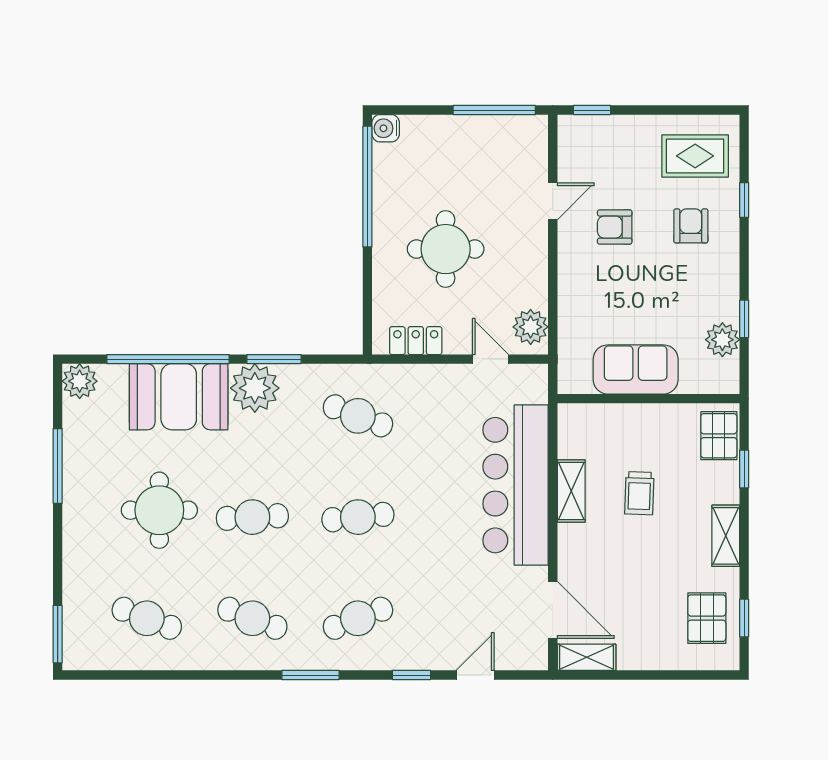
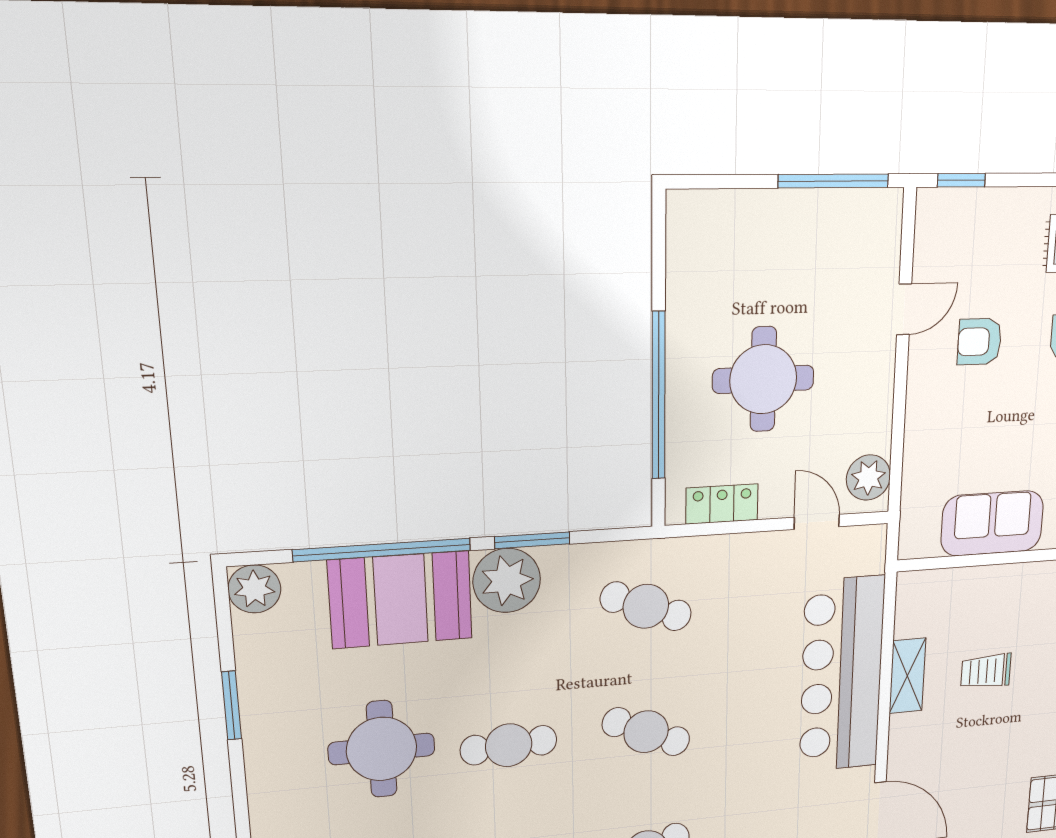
water cooler: (386, 128) -> (684, 209), removed
window: (367, 187) -> (659, 396), moved
window: (58, 466) -> (232, 706), width x0.69
trolley: (639, 493) -> (986, 671), turned 88
cafe table: (358, 517) -> (646, 732), turned 30

